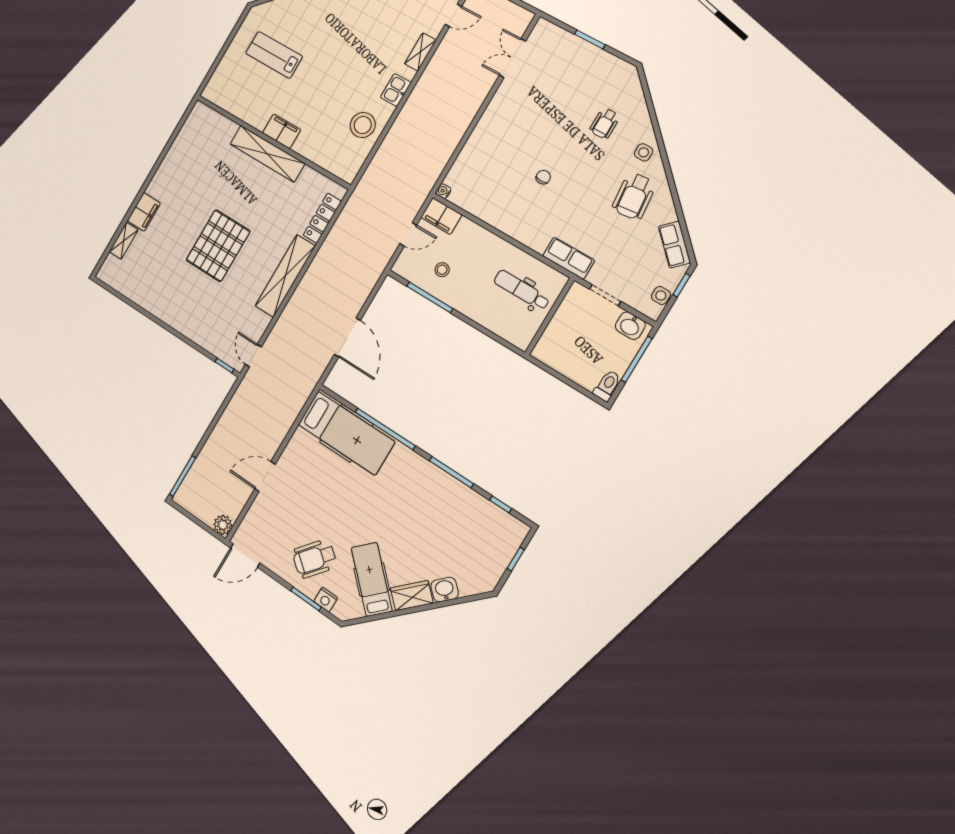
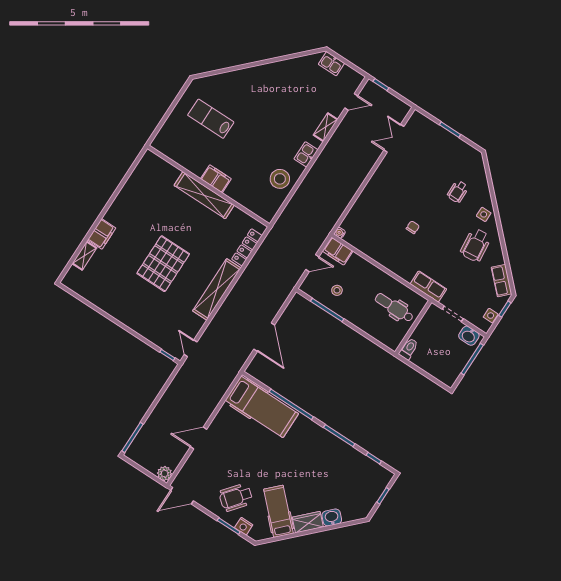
toilet: (607, 386) -> (409, 349), moved

